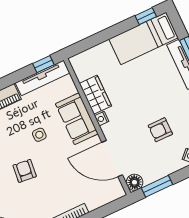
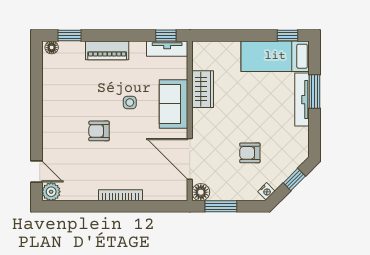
tv unit: (43, 78) -> (167, 49), width x0.71
nightstand: (102, 119) -> (198, 115), removed
armchair: (25, 171) -> (99, 131), turned -96

